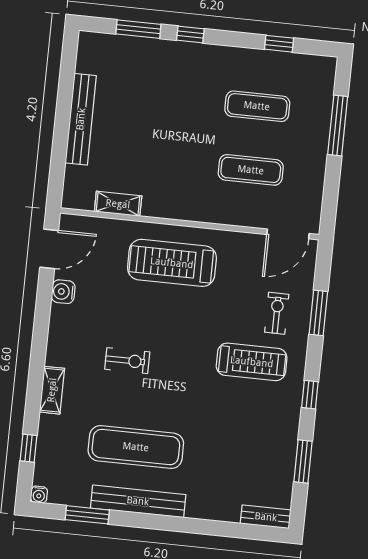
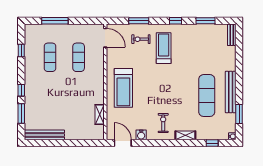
bench: (81, 119) -> (44, 135), moved
exercise bike: (127, 361) -> (163, 123), moved

